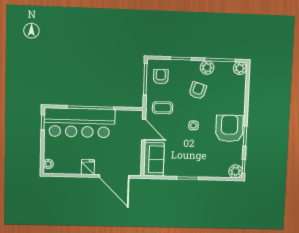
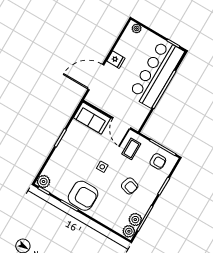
plant: (207, 68) -> (135, 220), moved
door: (144, 130) -> (122, 123), hinge flipped

